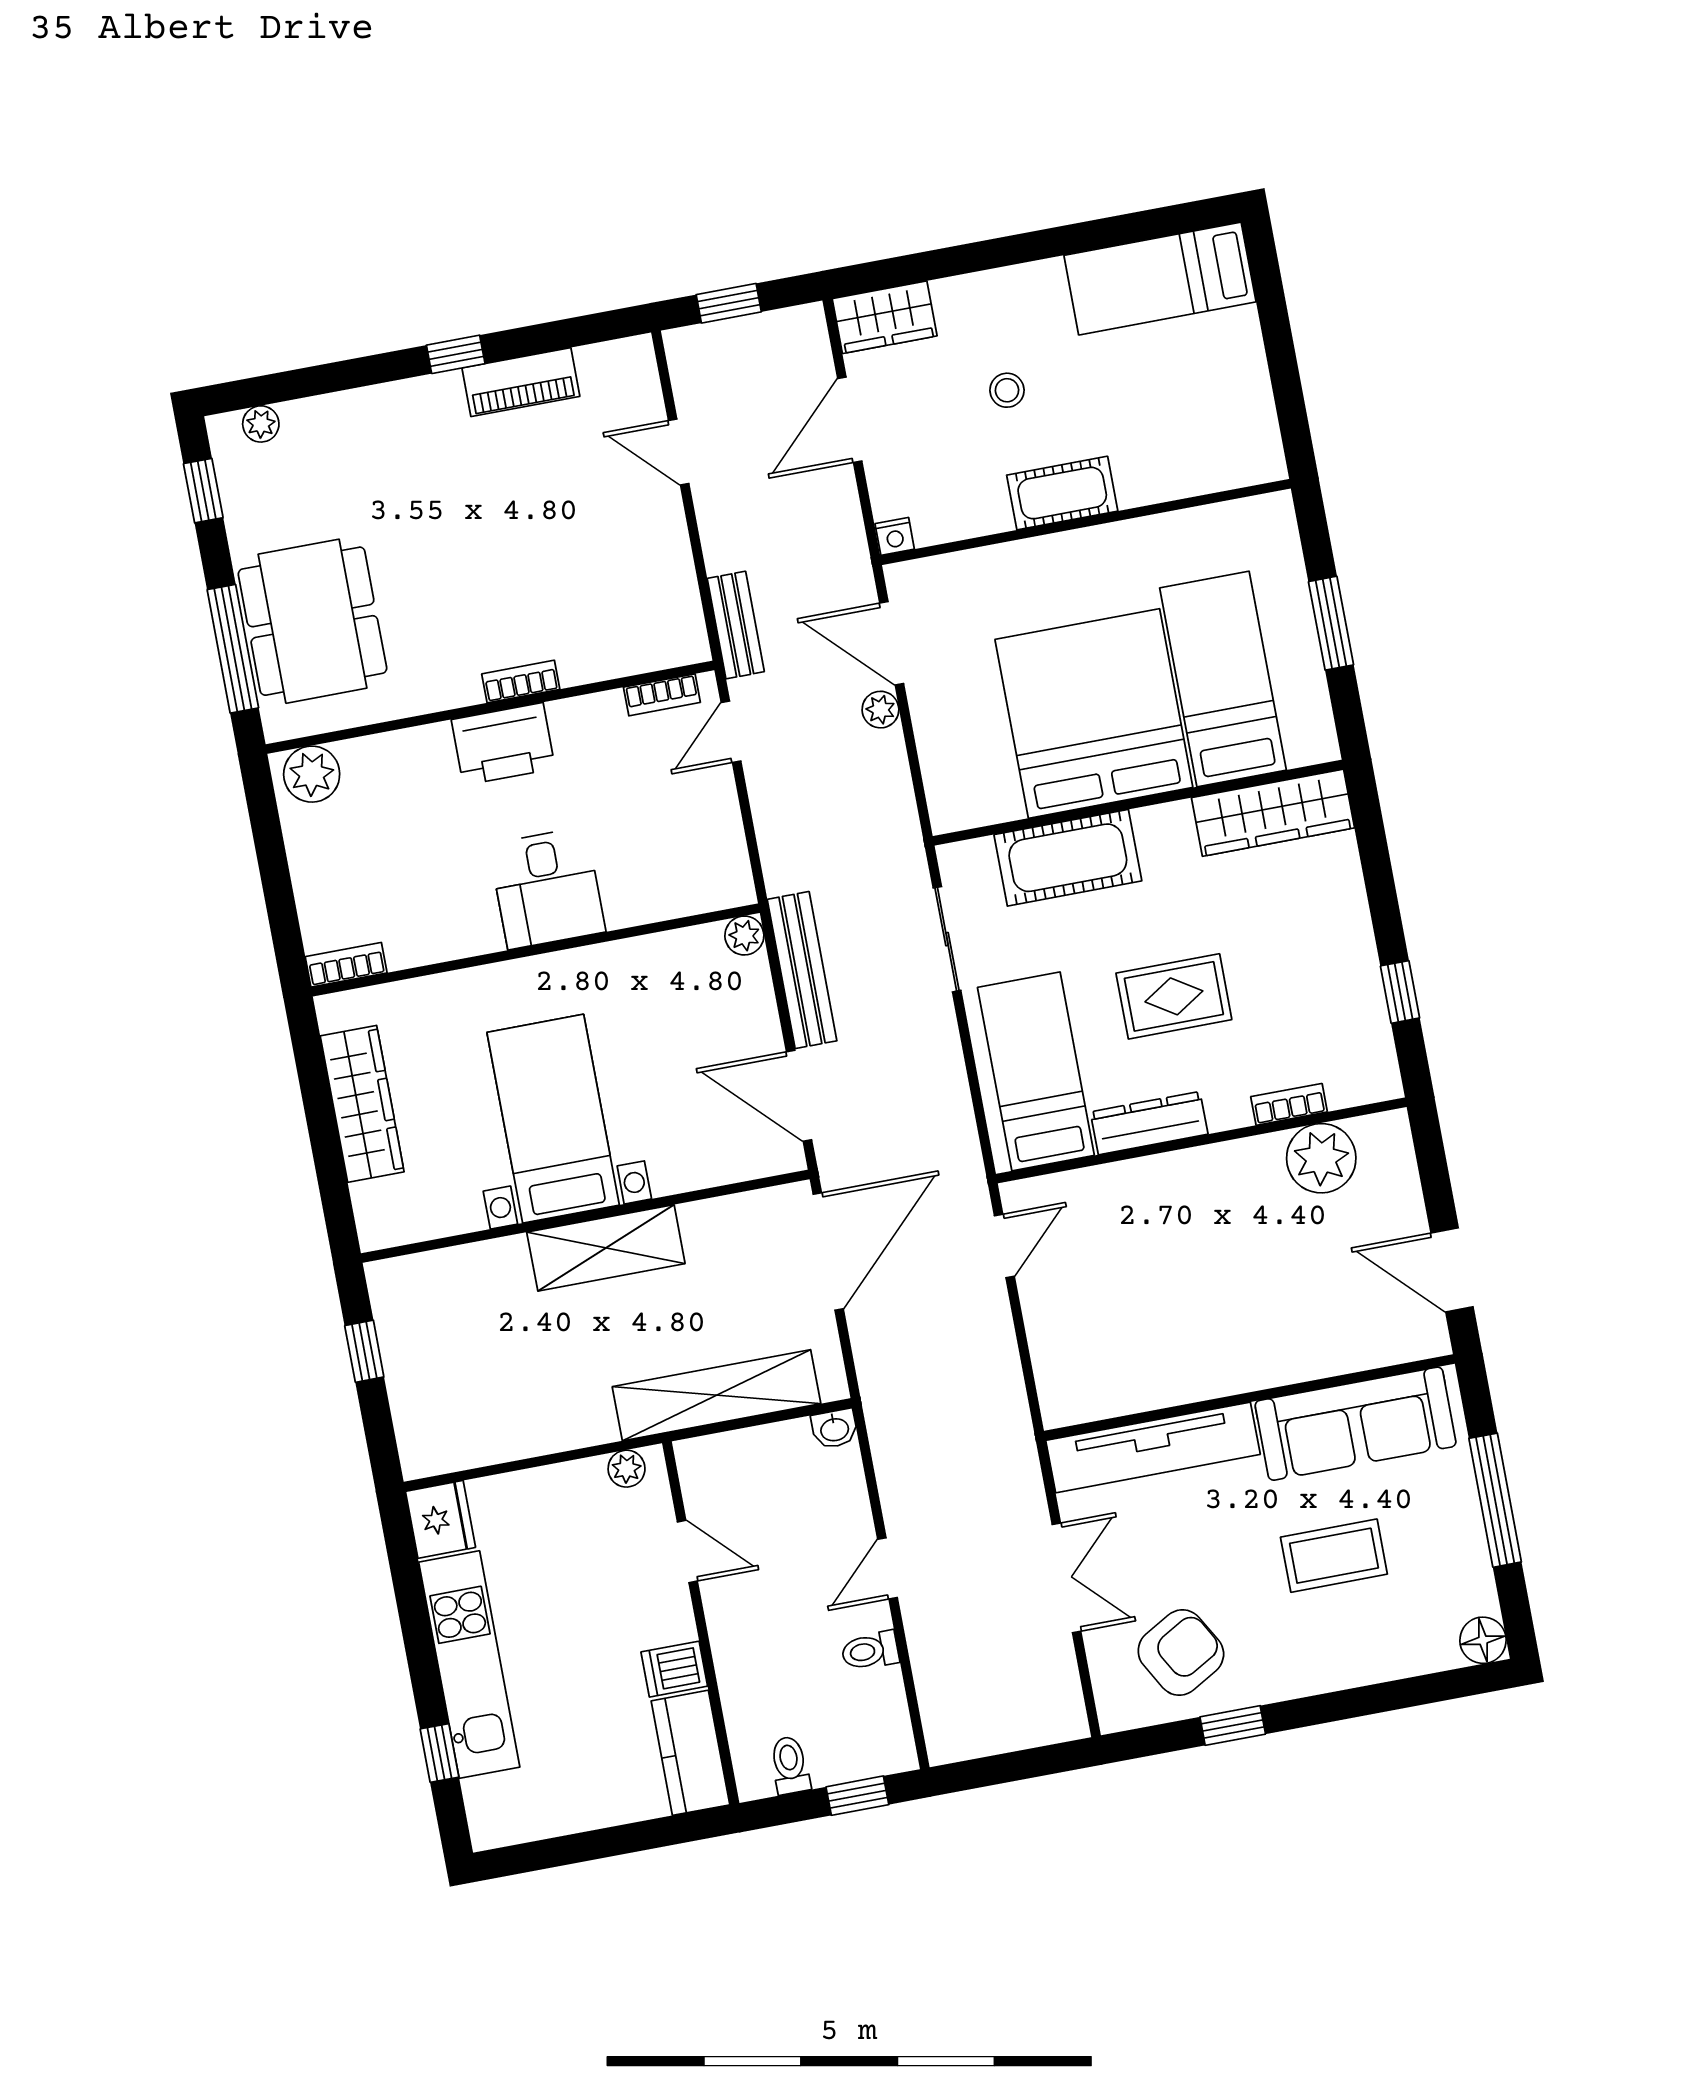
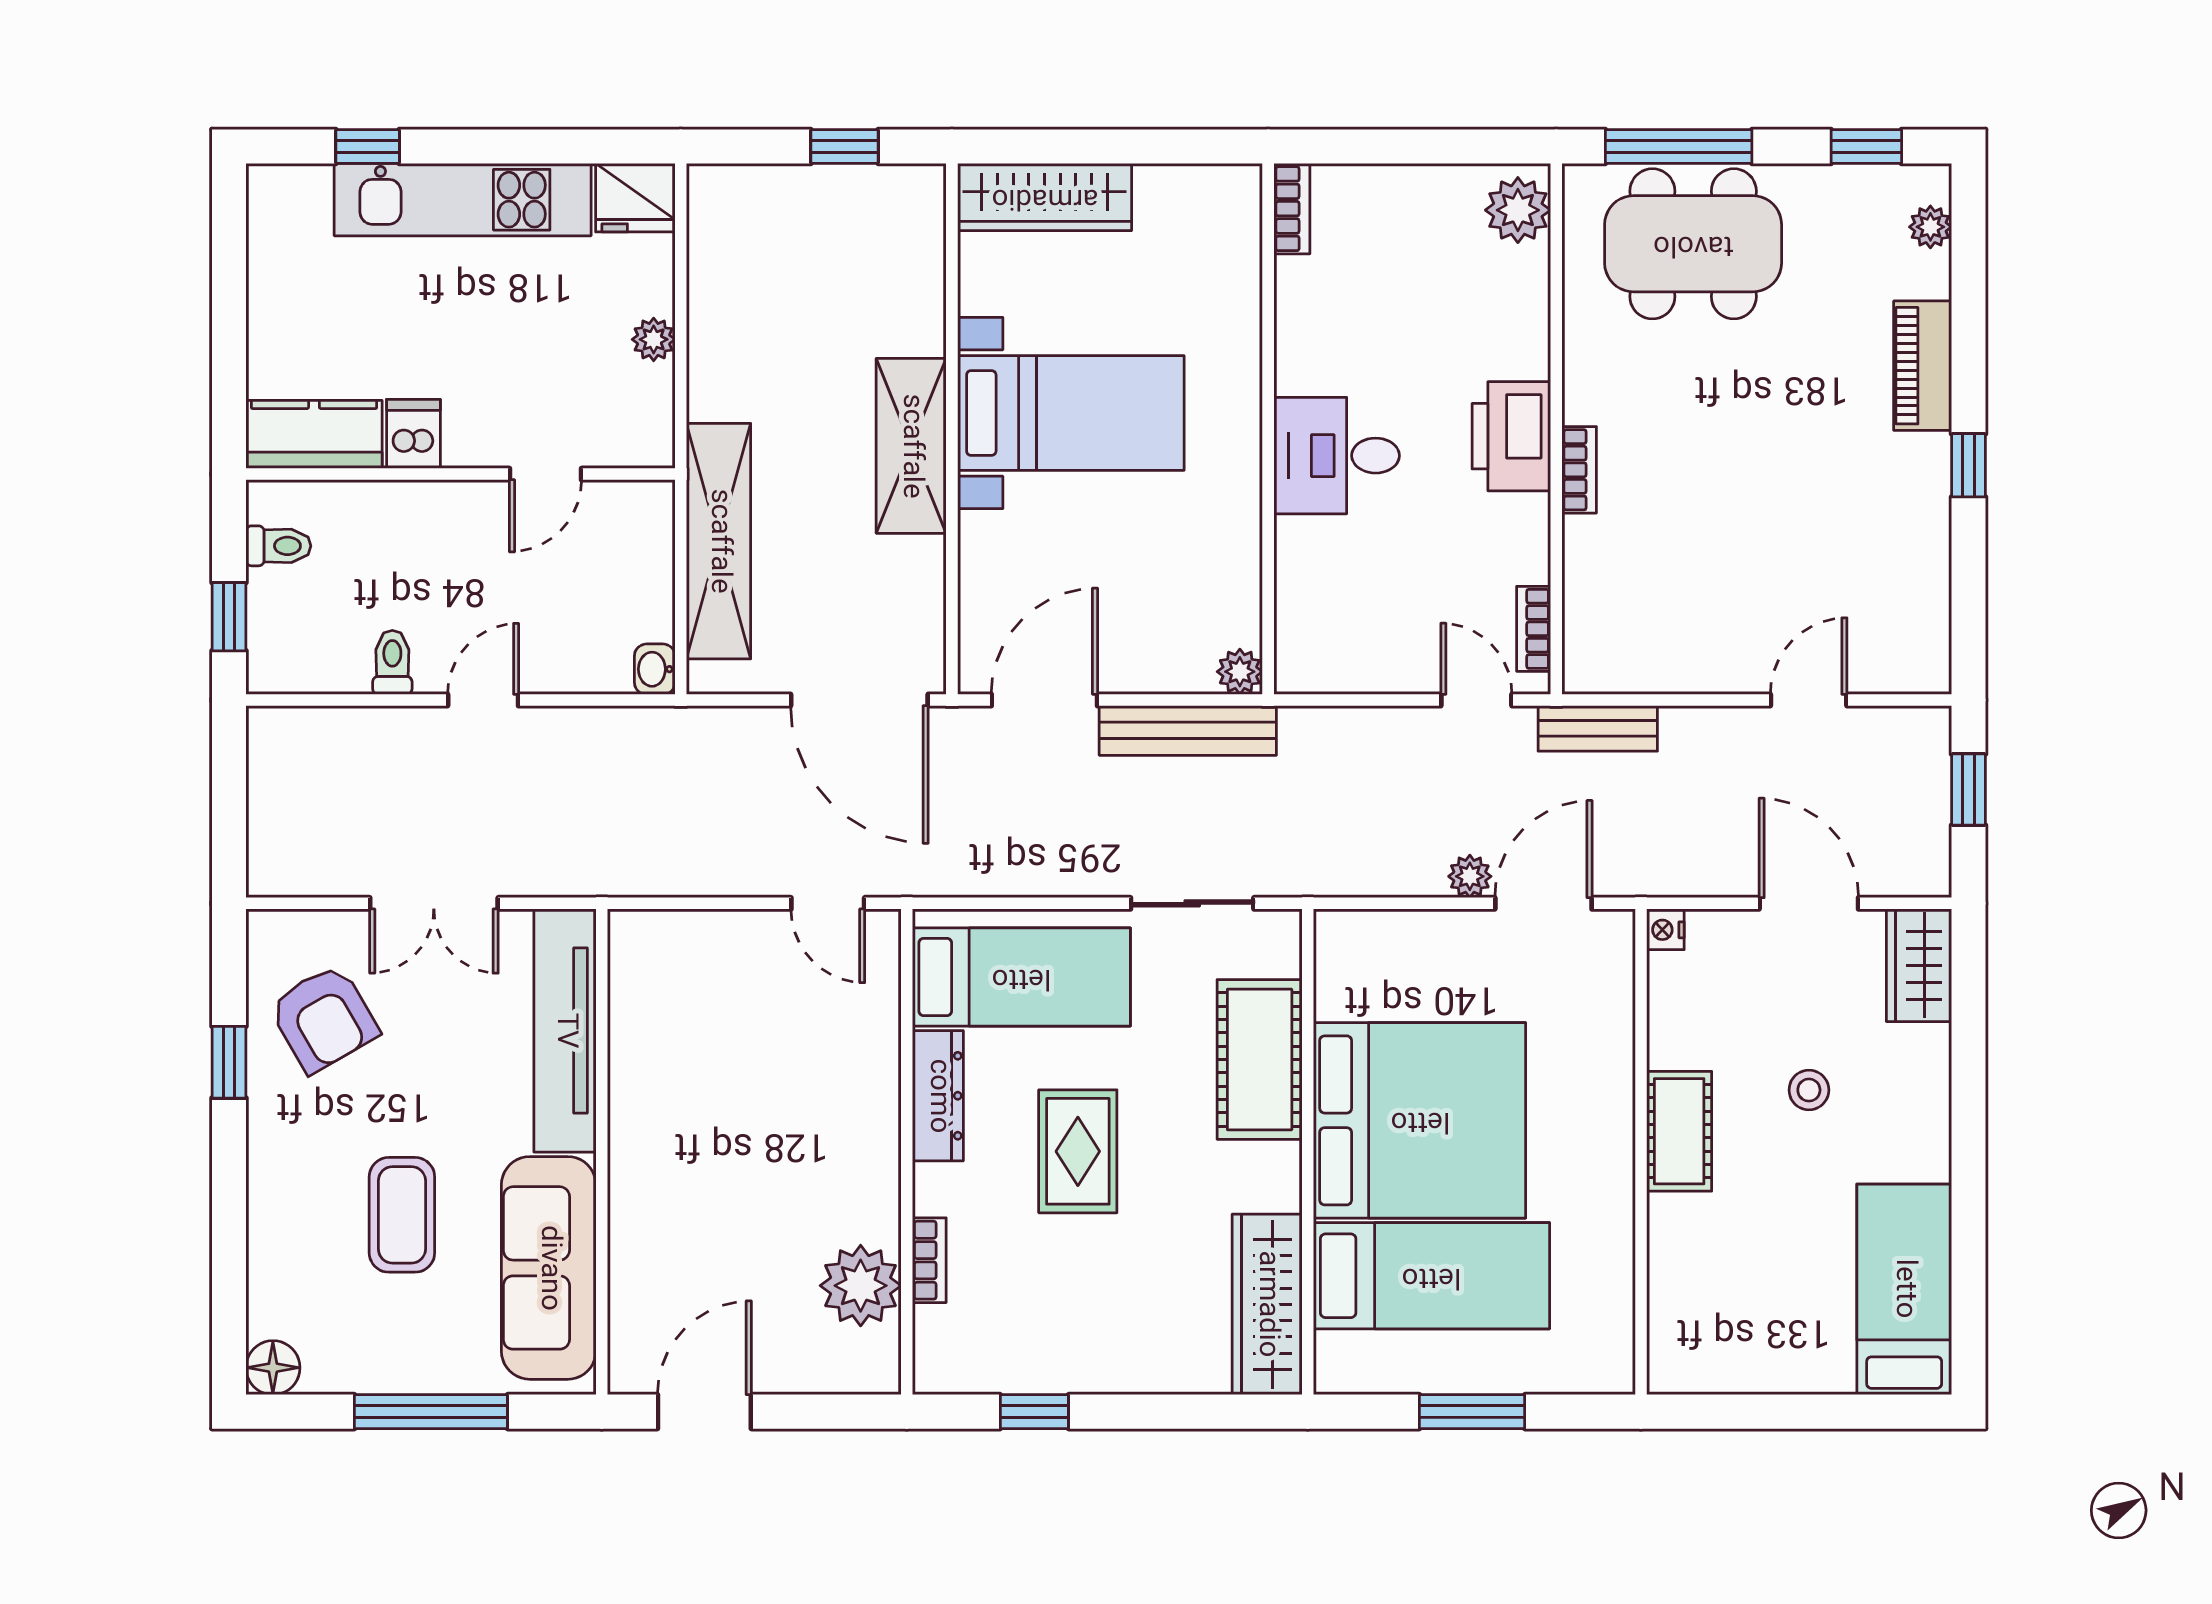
piano: (521, 382) -> (1923, 366), moved
wardrobe: (362, 1104) -> (1045, 197), moved
plant: (627, 1469) -> (654, 339), moved
door: (888, 1568) -> (483, 700), hinge flipped

